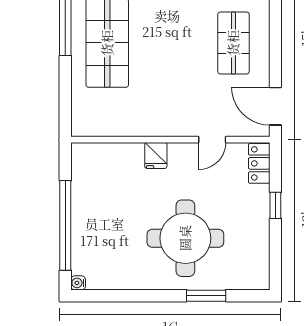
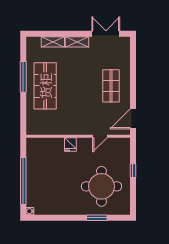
door: (275, 106) -> (133, 119), hinge flipped
locker: (259, 163) -> (124, 149), removed
round table: (185, 238) -> (101, 186), moved

